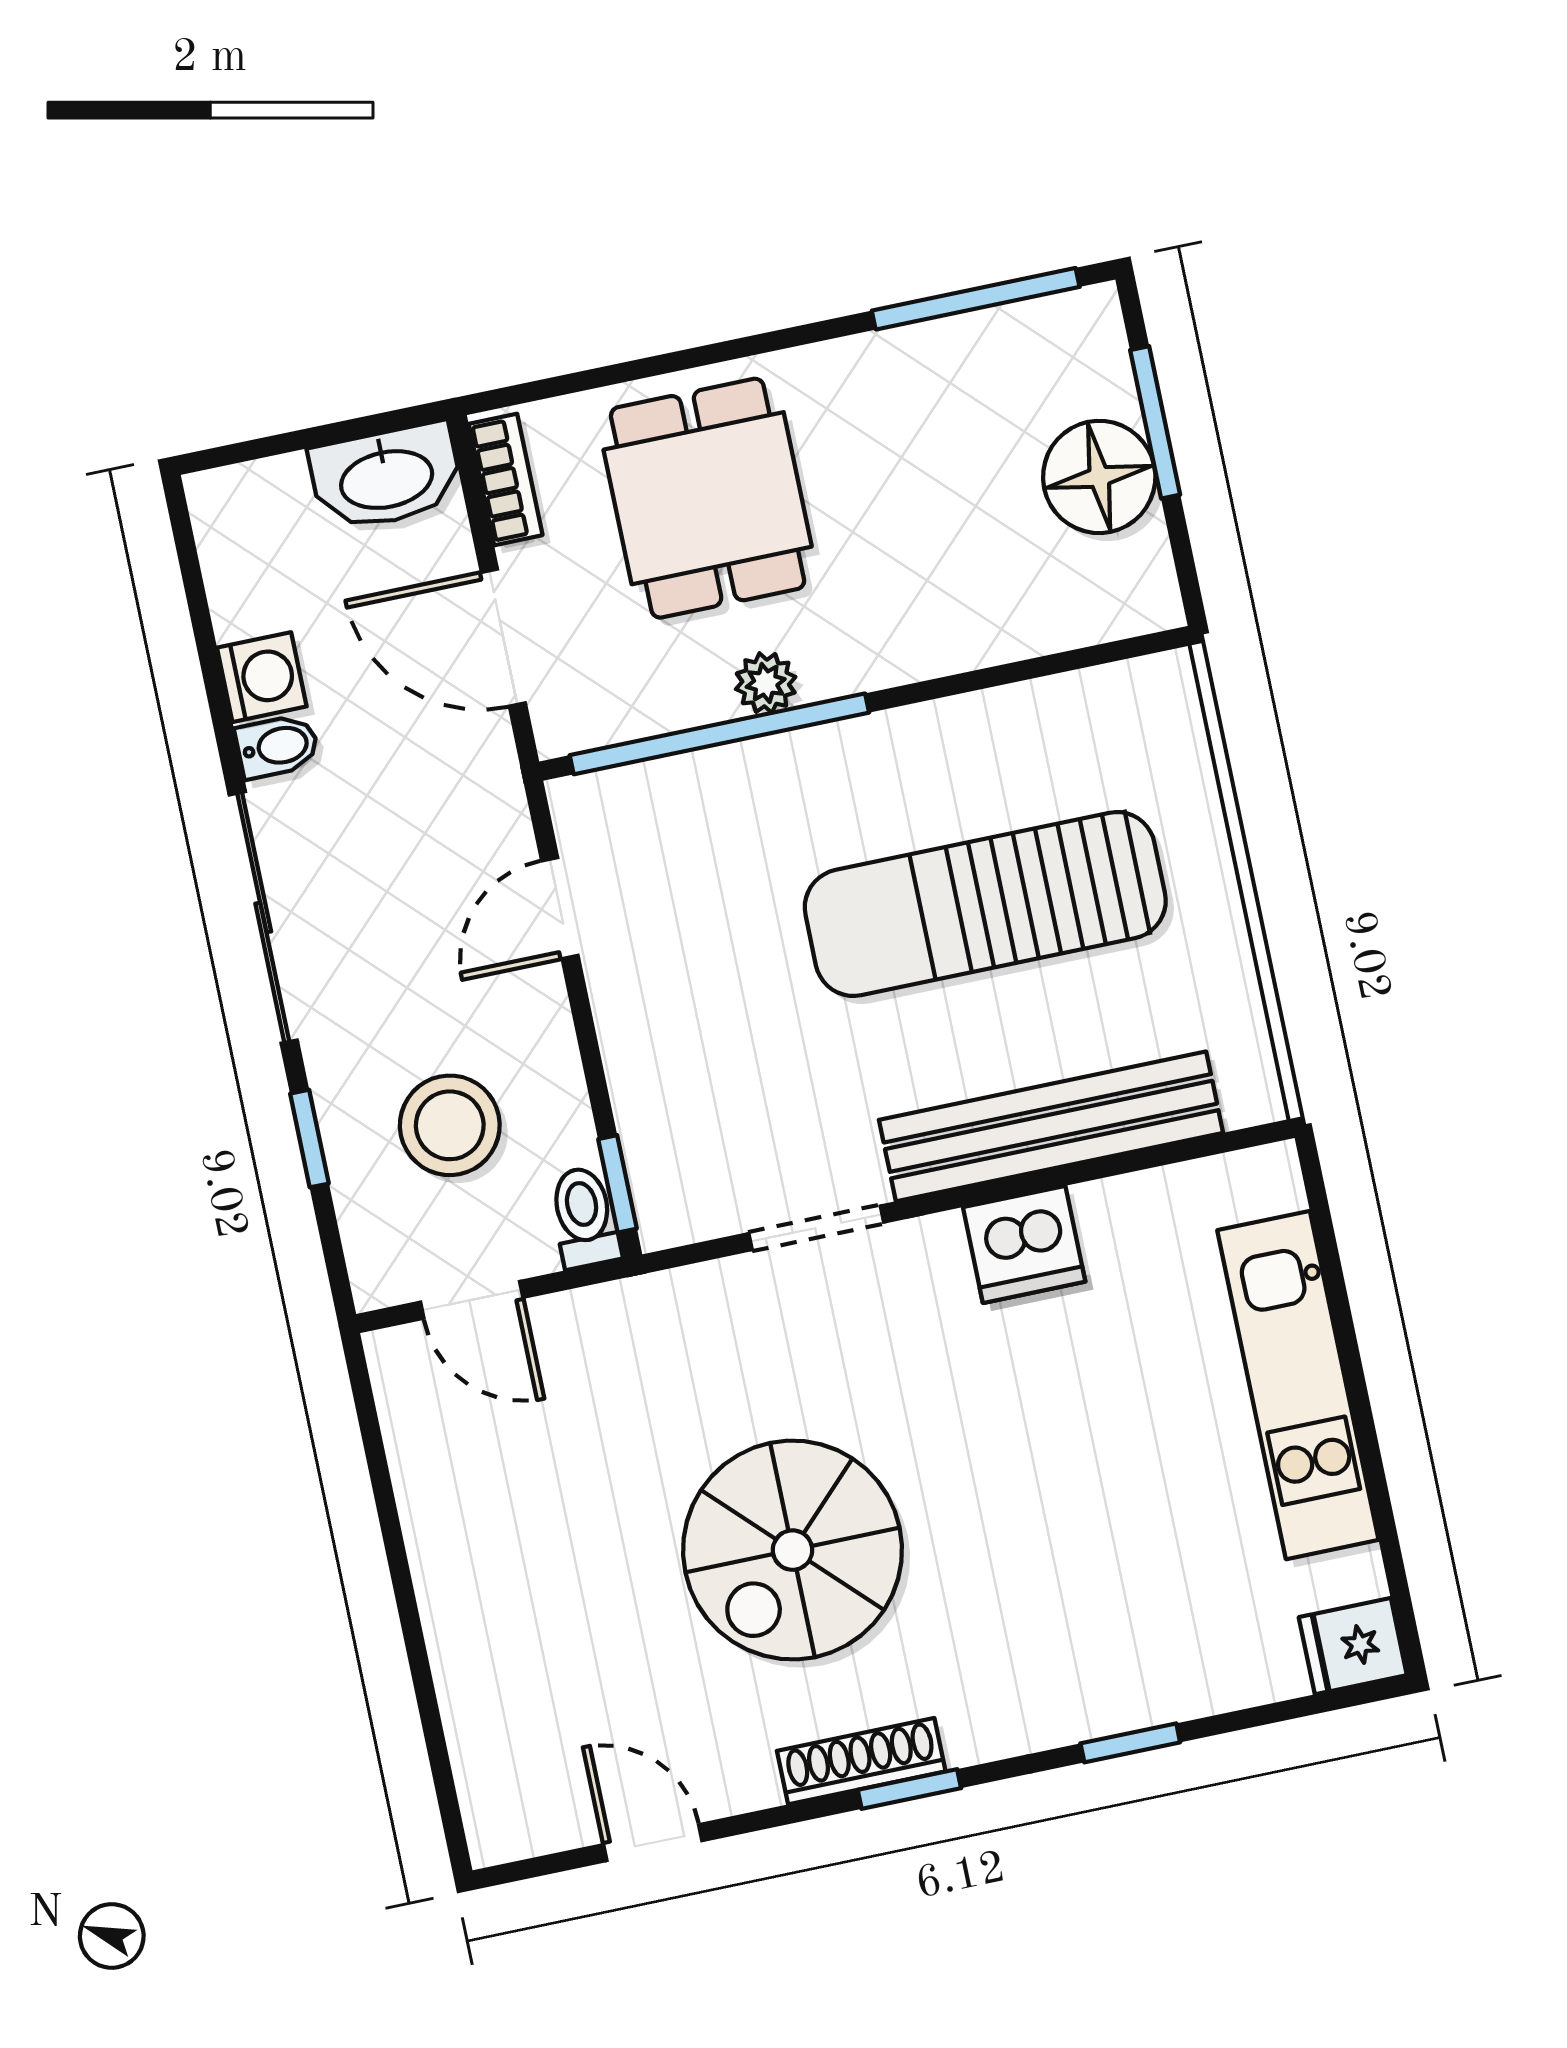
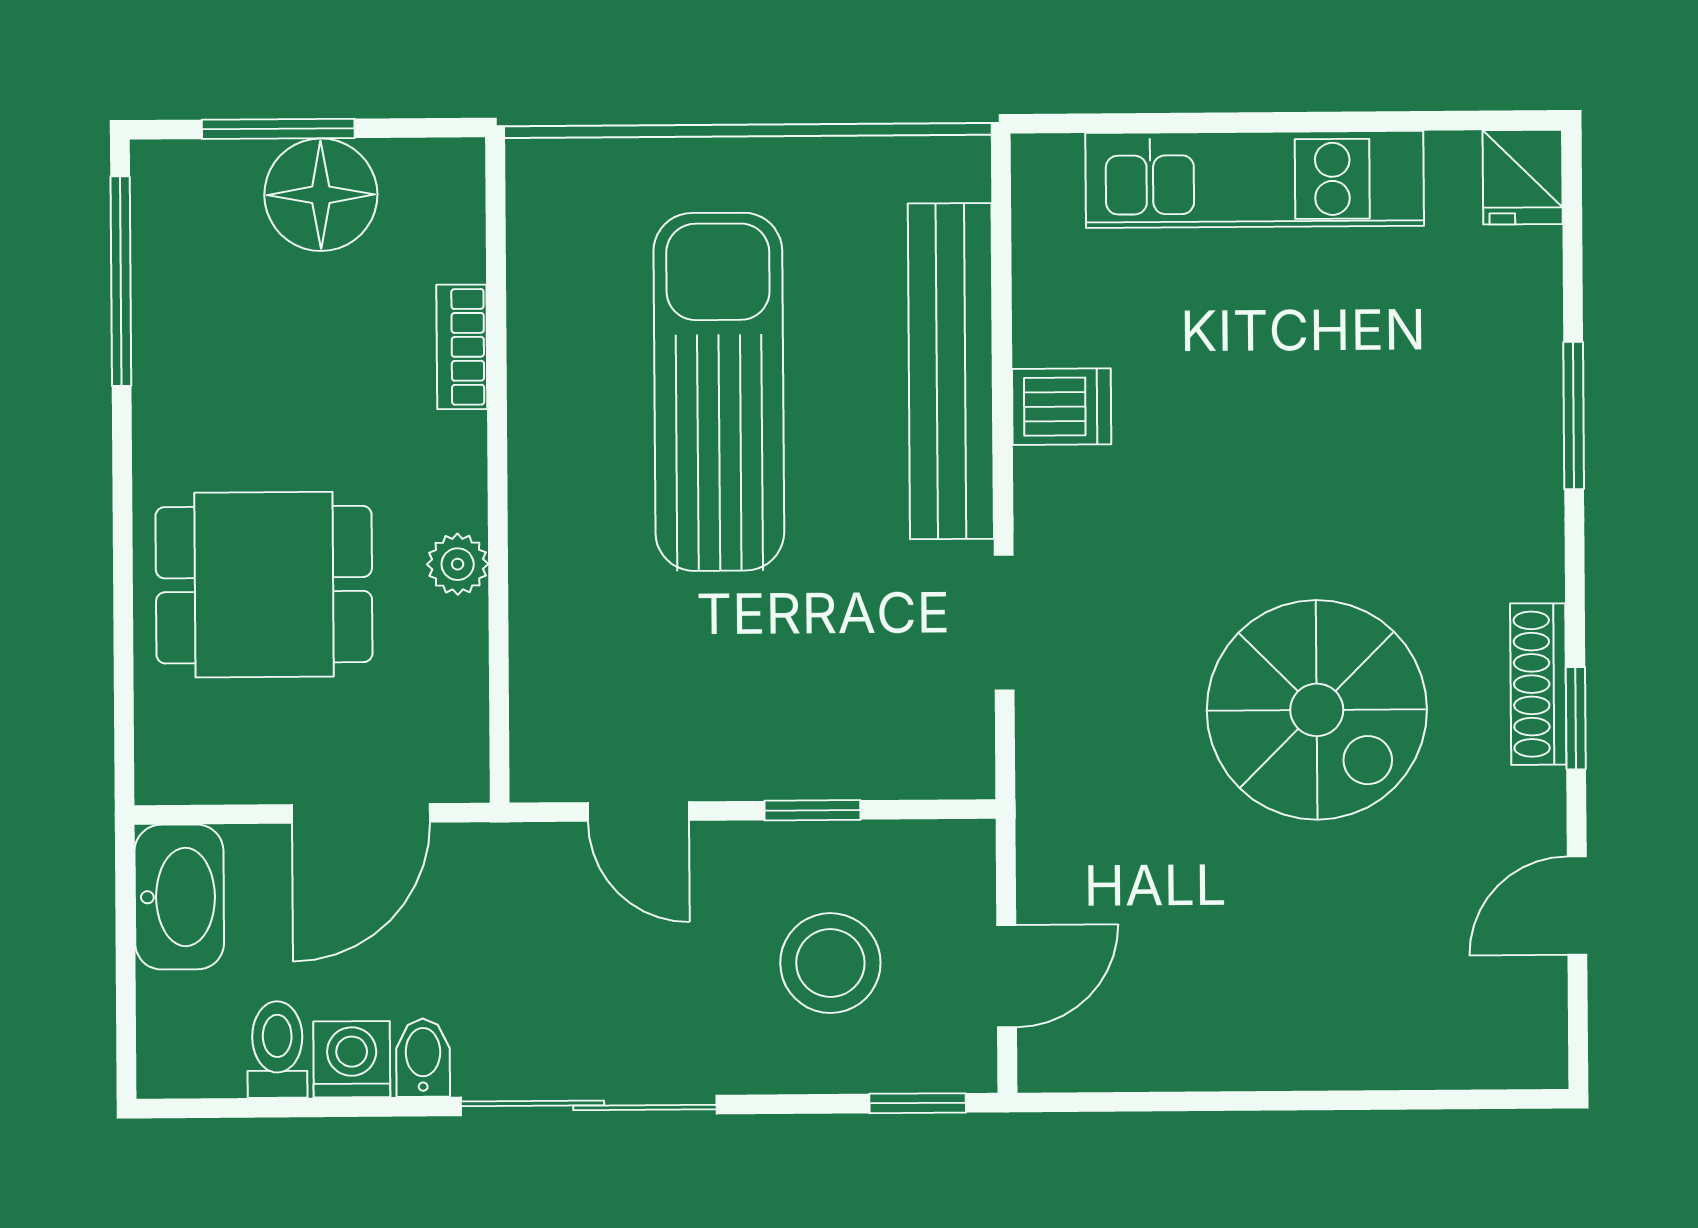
bookcase: (506, 479) -> (462, 347), moved, turned -90
window: (719, 734) -> (498, 620), removed
sun lounger: (985, 904) -> (719, 392), turned 180
window: (309, 1139) -> (918, 1103), moved
window: (617, 1184) -> (812, 810), moved
toilet: (584, 1217) -> (277, 1049), moved, turned 90
dishwasher: (1024, 1244) -> (1062, 407), width x0.73
window: (1130, 1743) -> (1574, 415), width x1.50
window: (909, 1789) -> (1576, 718), moved

